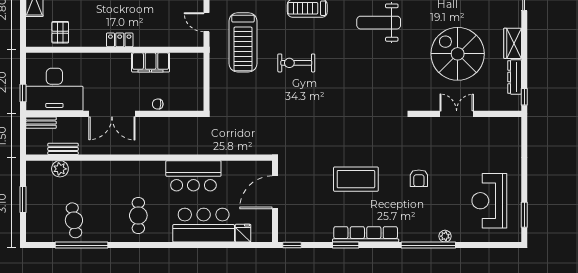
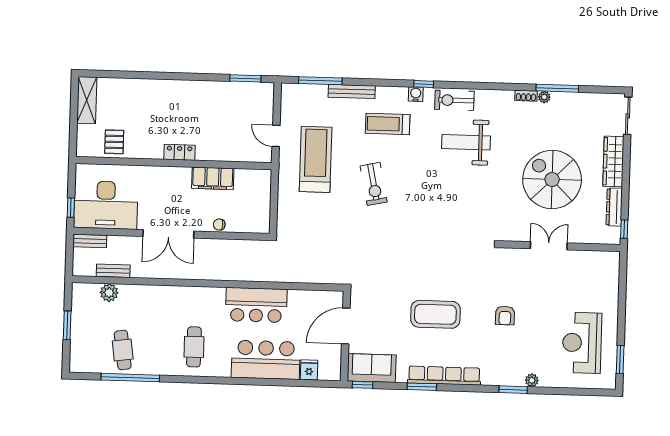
treadmill: (243, 42) -> (316, 159), turned 180
wardrobe: (513, 43) -> (613, 161), width x1.50
exercise bike: (296, 63) -> (374, 184), turned -102
sofa: (300, 230) -> (372, 368), added
window: (428, 245) -> (513, 390), width x0.47

